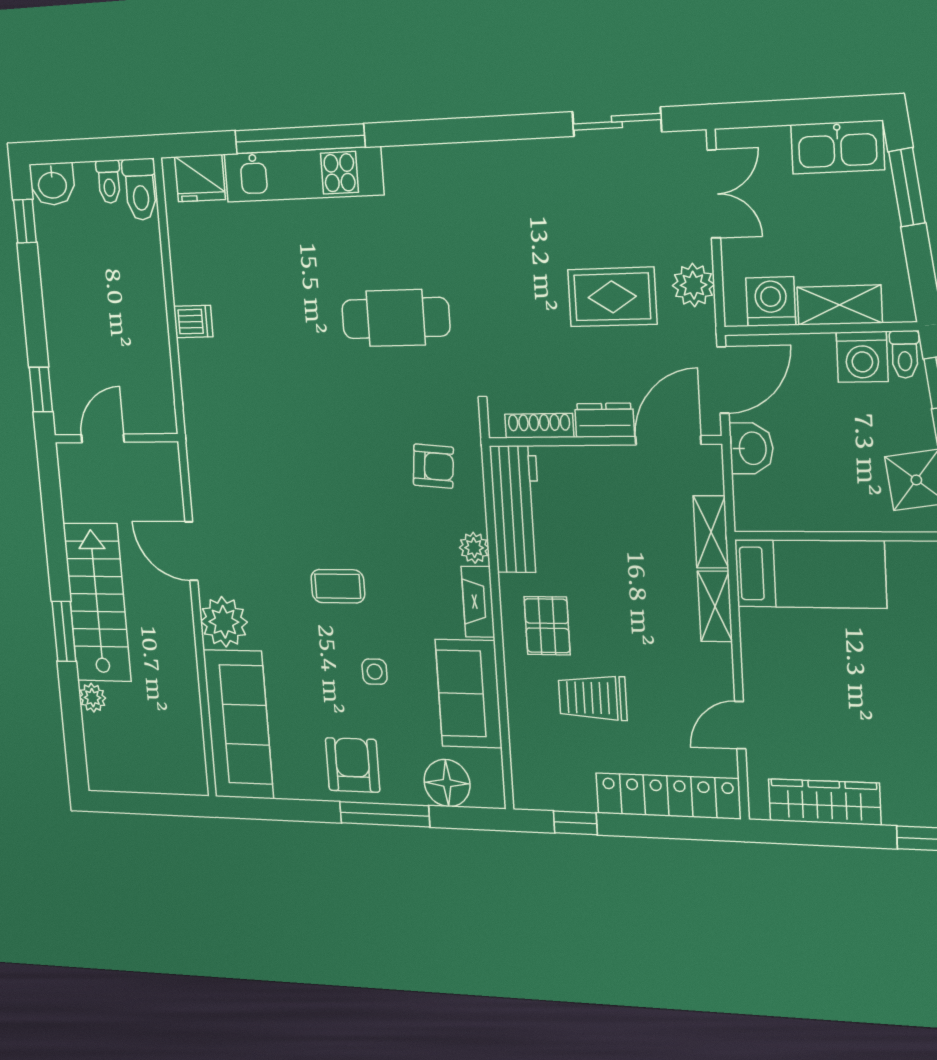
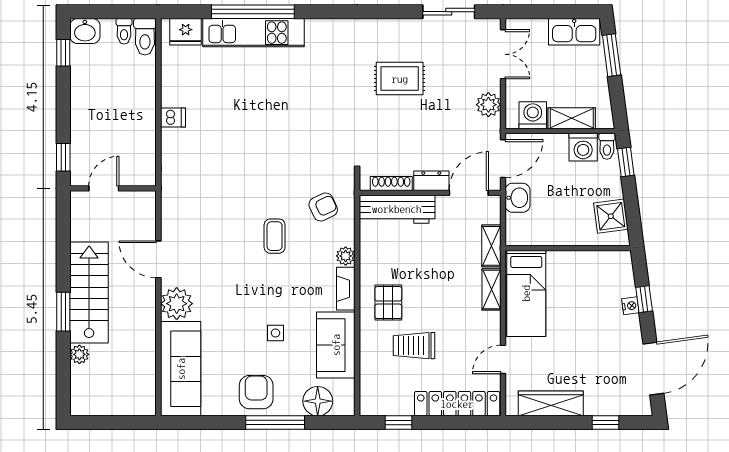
rug: (612, 297) -> (400, 79), moved
cafe table: (396, 318) -> (306, 119), removed
armchair: (433, 466) -> (323, 207), turned -30
workbench: (516, 509) -> (397, 209), moved, turned 90
bed: (810, 574) -> (526, 293), moved, turned 90
coffee table: (338, 586) -> (275, 236), moved, turned 90

